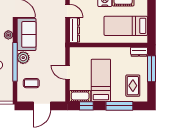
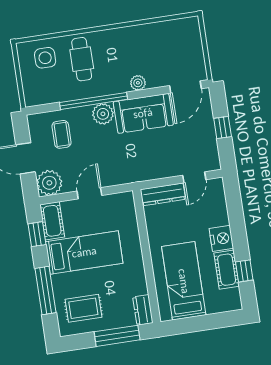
plant: (58, 94) -> (49, 183), added

